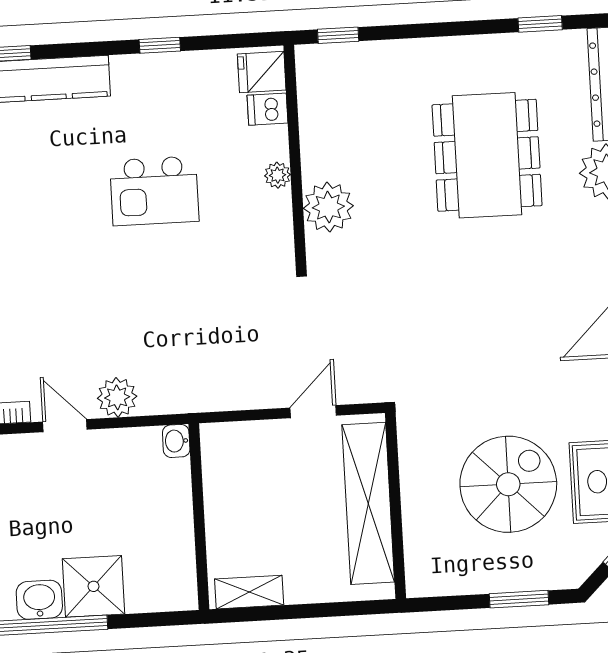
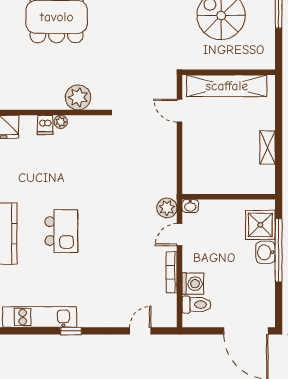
dishwasher: (268, 109) -> (45, 125), moved
kitchen island: (154, 191) -> (61, 231), moved
washbasin: (176, 441) -> (190, 206), moved
wall: (199, 517) -> (229, 197), moved

